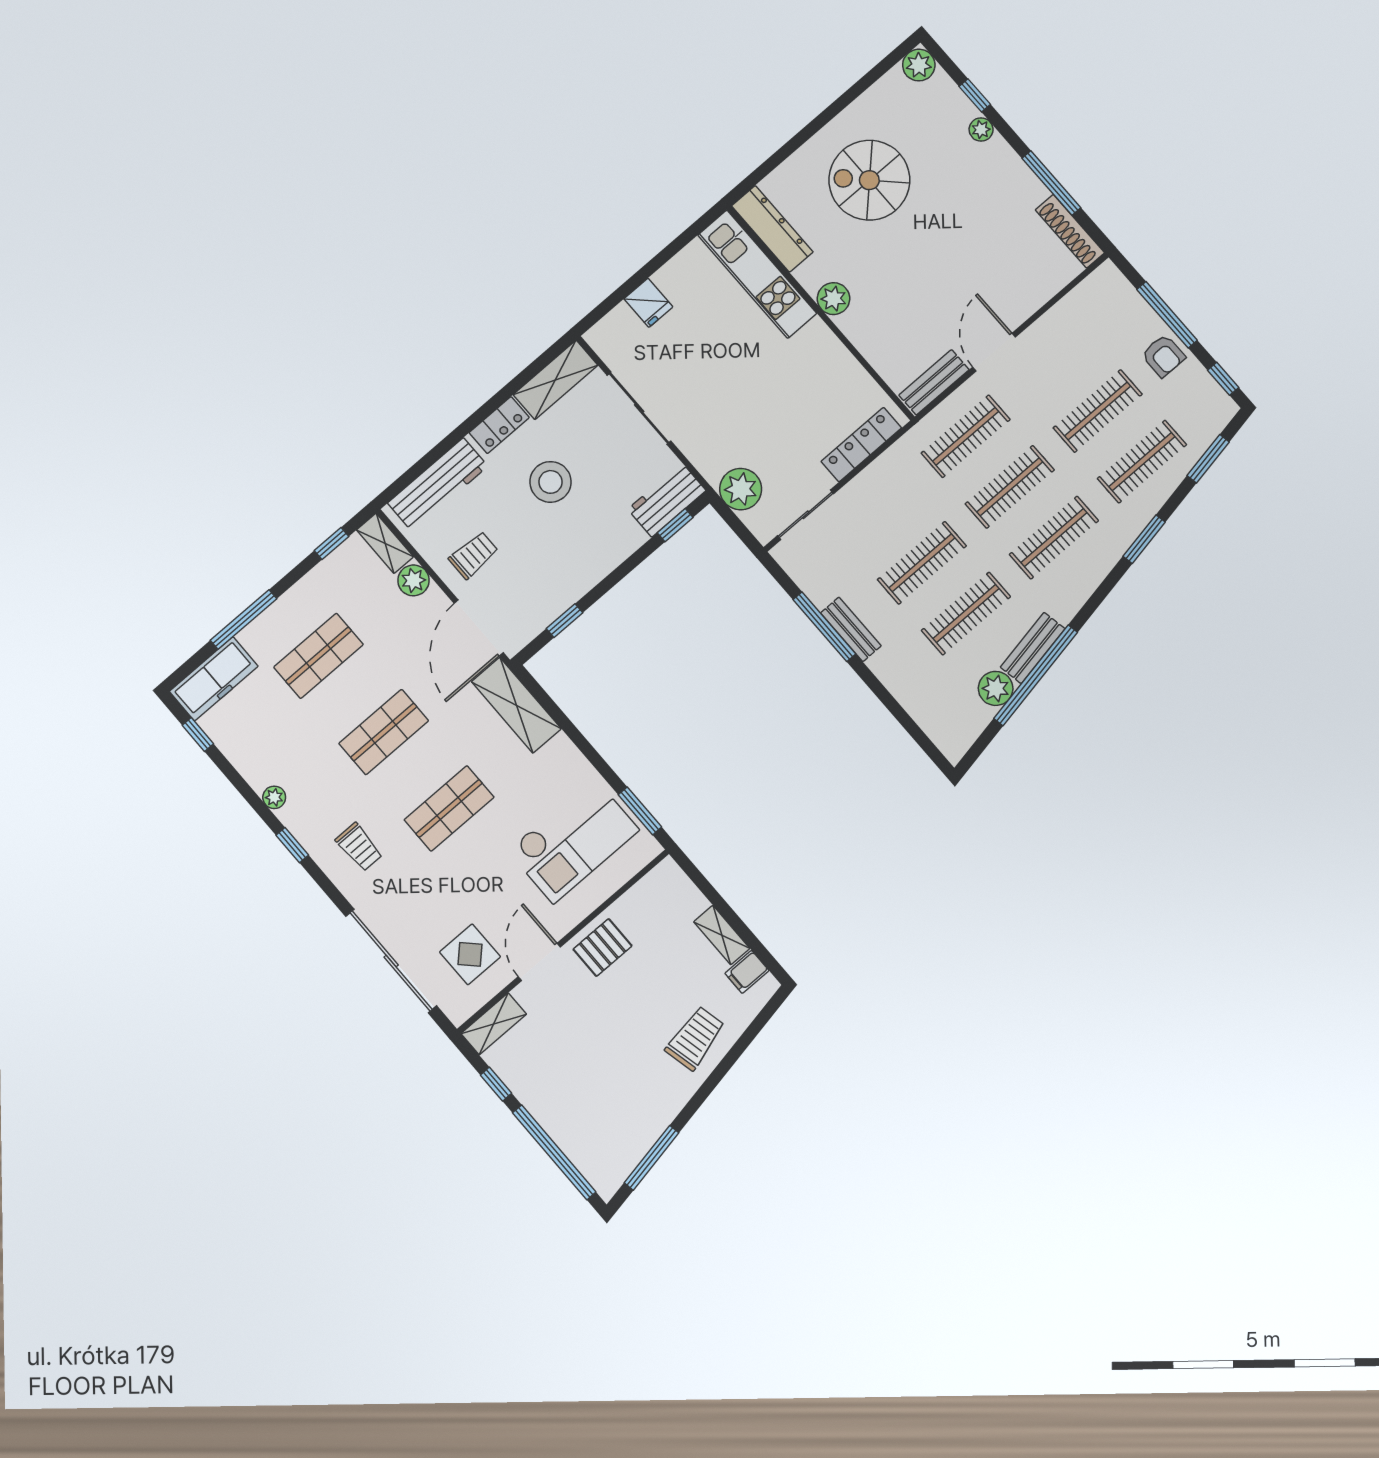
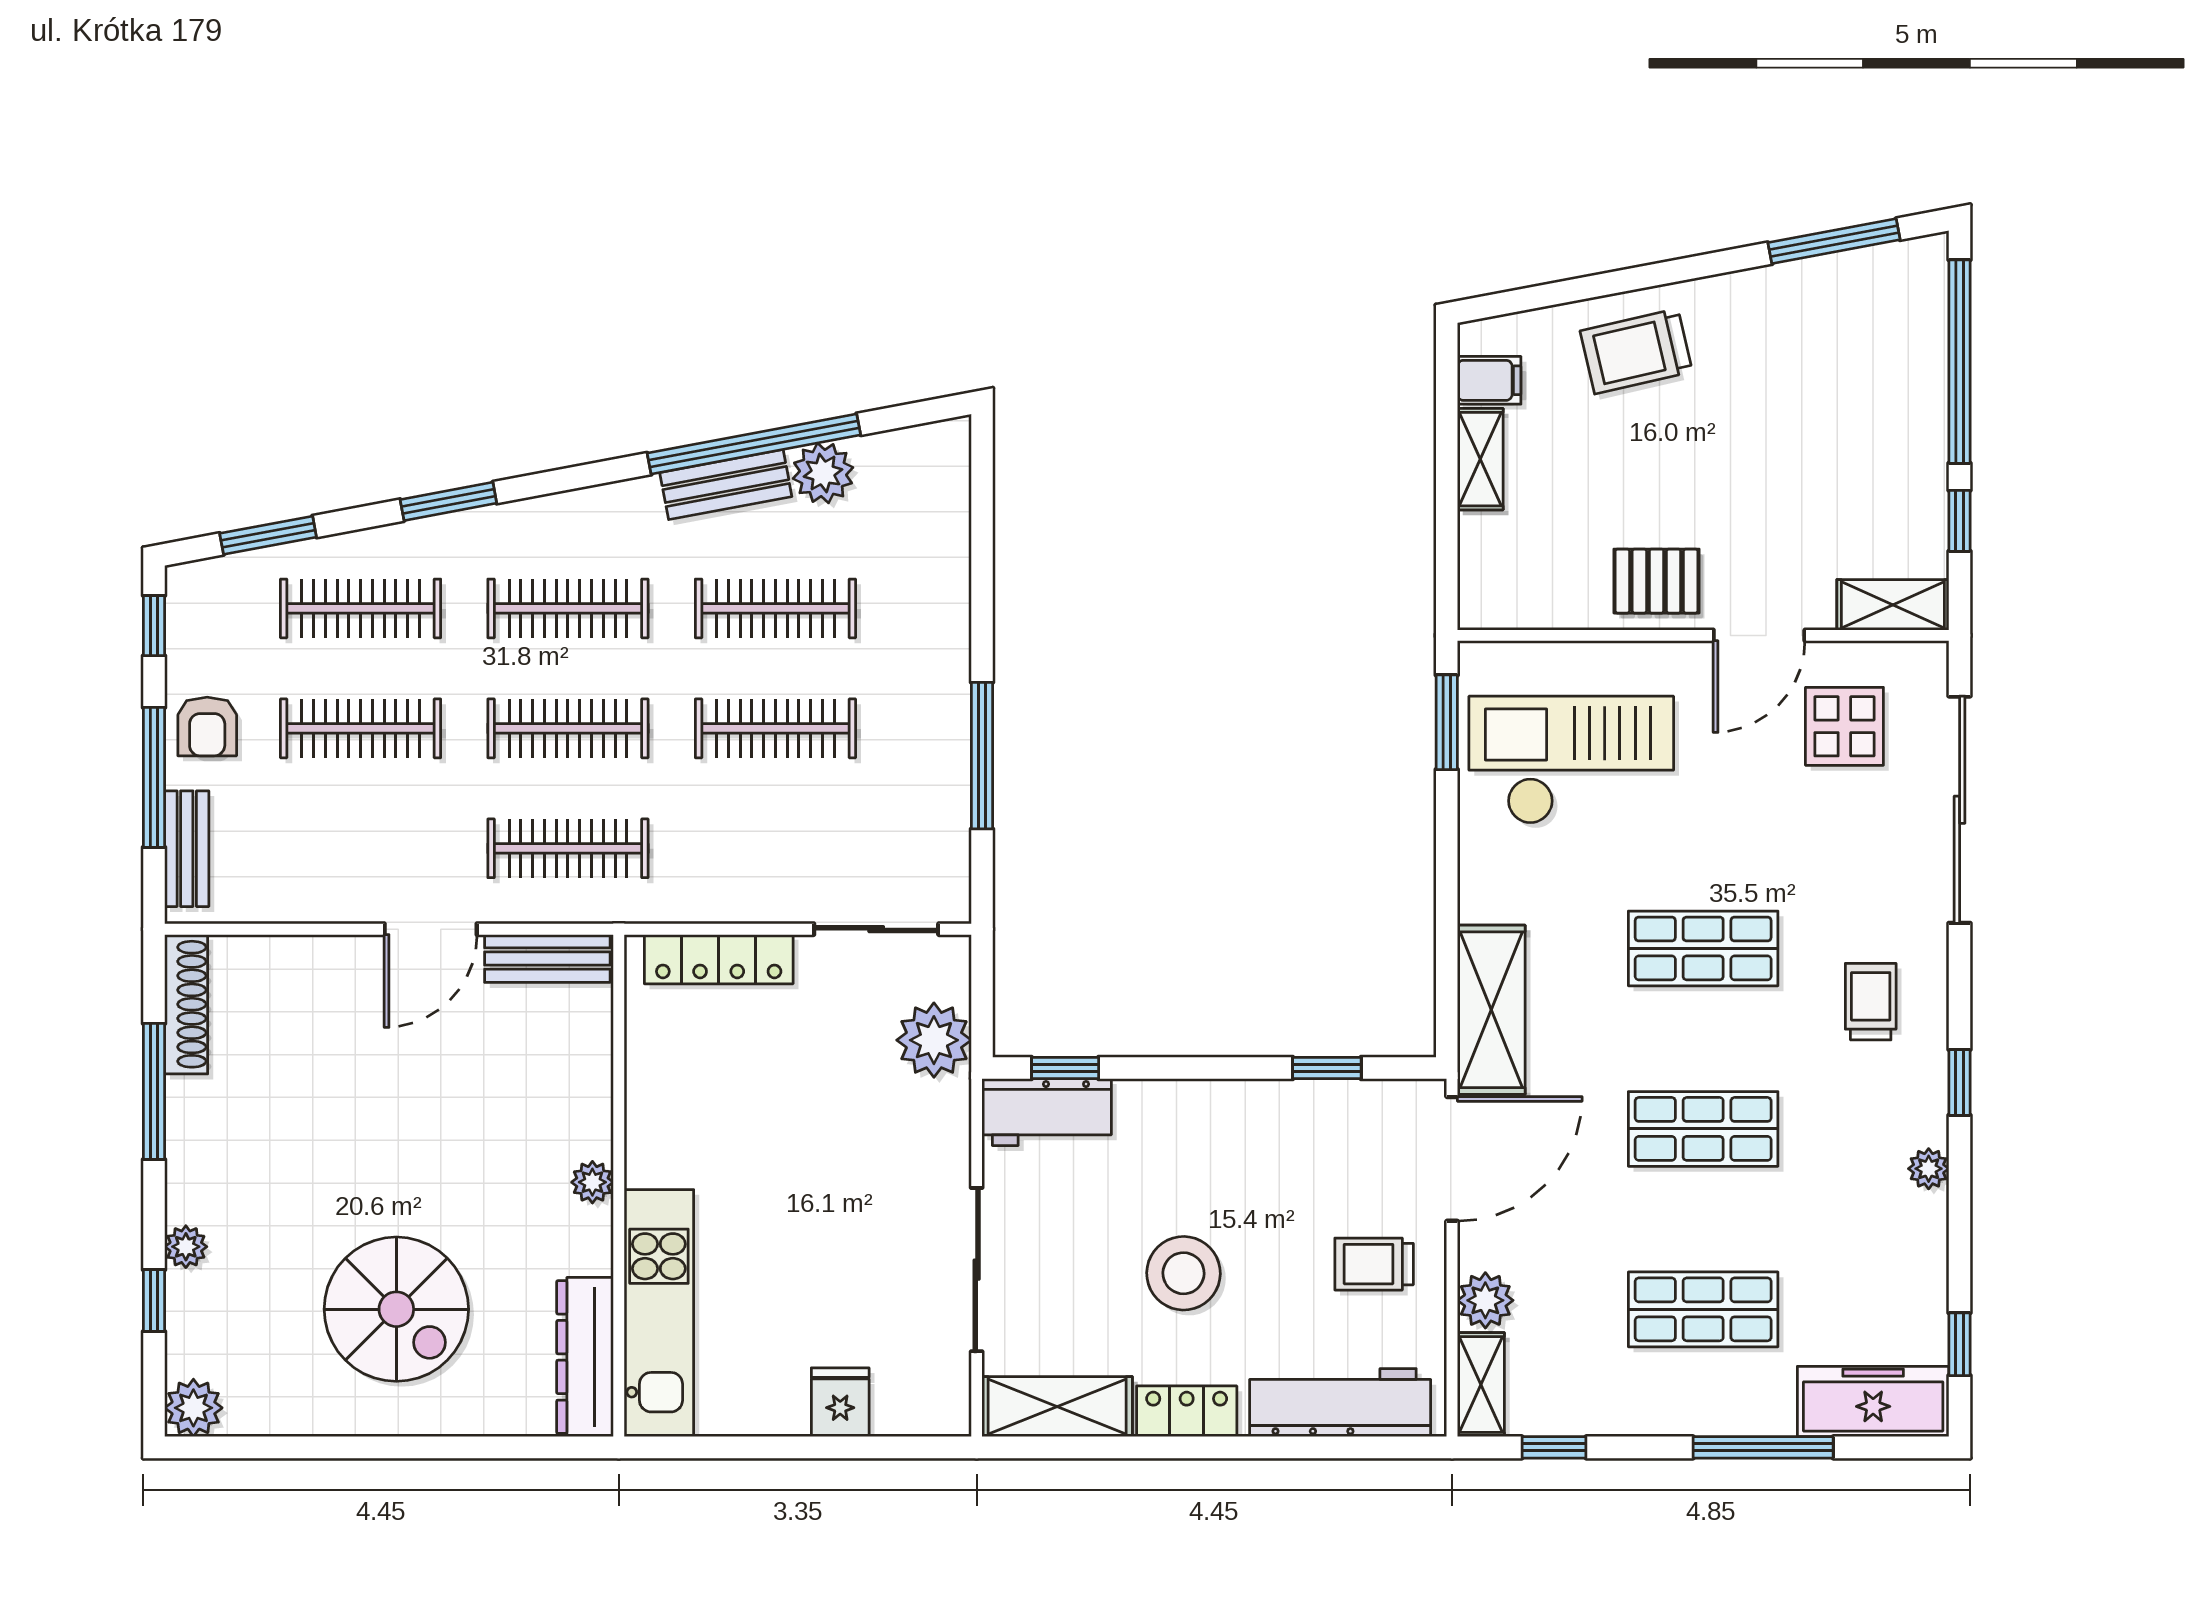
plant: (833, 299) -> (592, 1182), width x0.73, depth x0.73
armchair: (1163, 356) -> (207, 726), turned 180
bench: (851, 629) -> (187, 849), moved

